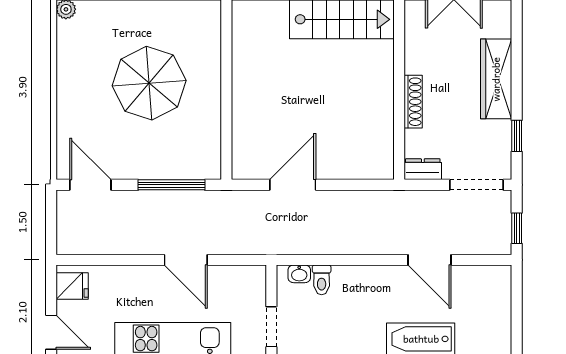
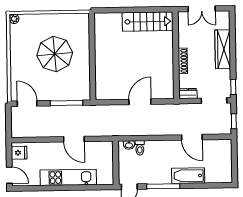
window: (517, 136) -> (233, 87), moved
door: (293, 185) -> (140, 102), moved
doorway: (271, 327) -> (116, 171), removed

